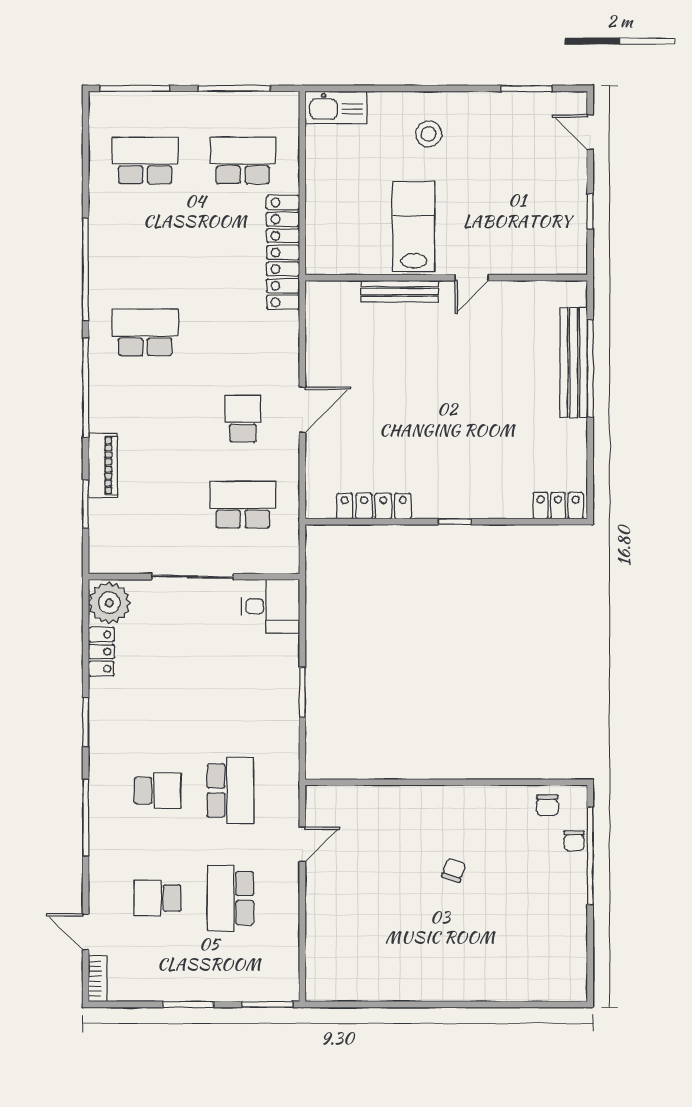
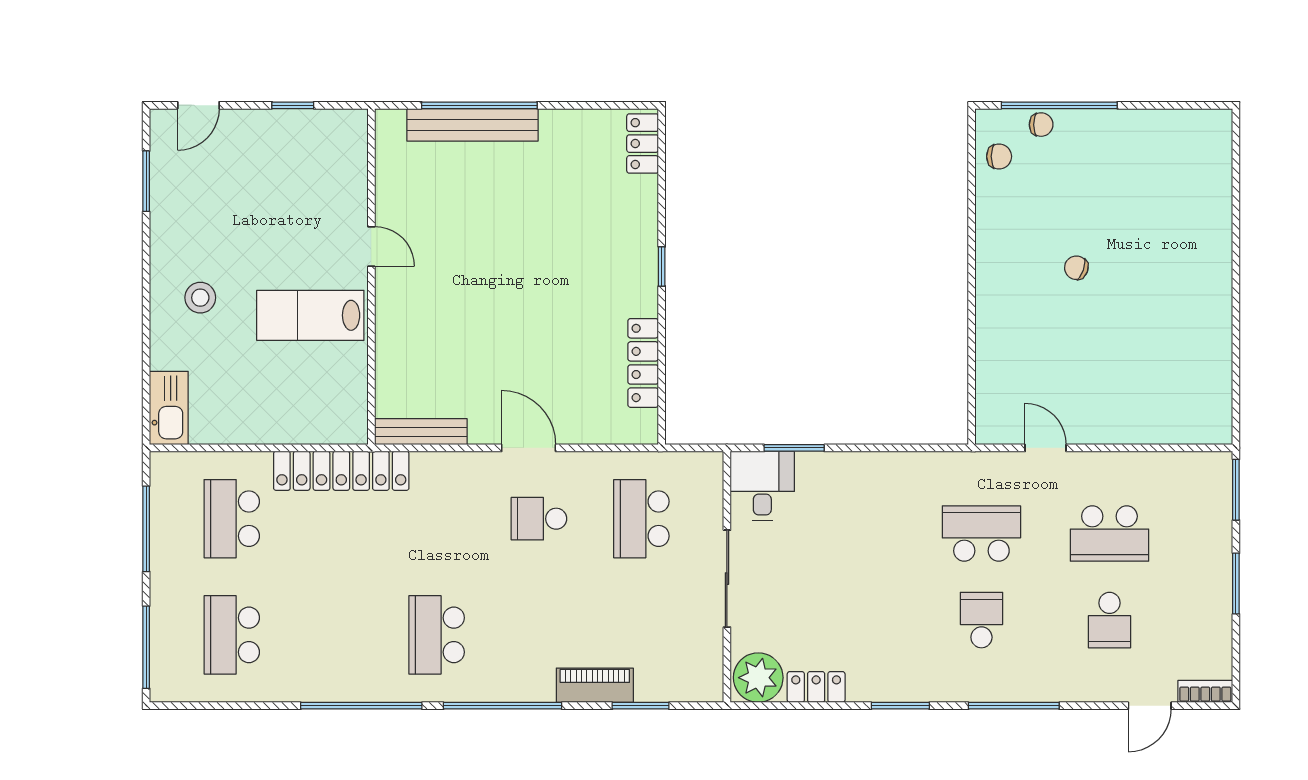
bench: (400, 291) -> (421, 432), moved, turned 90
window: (302, 692) -> (794, 448), moved

